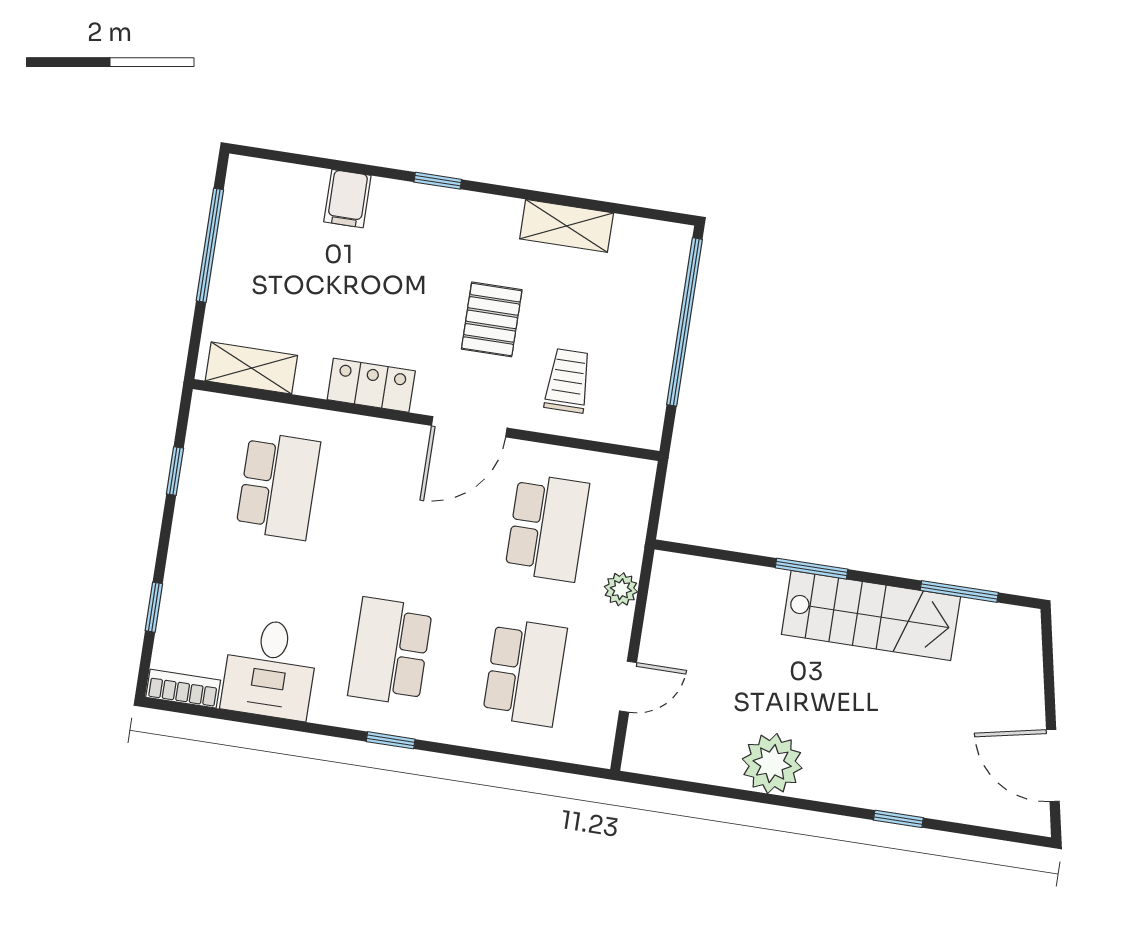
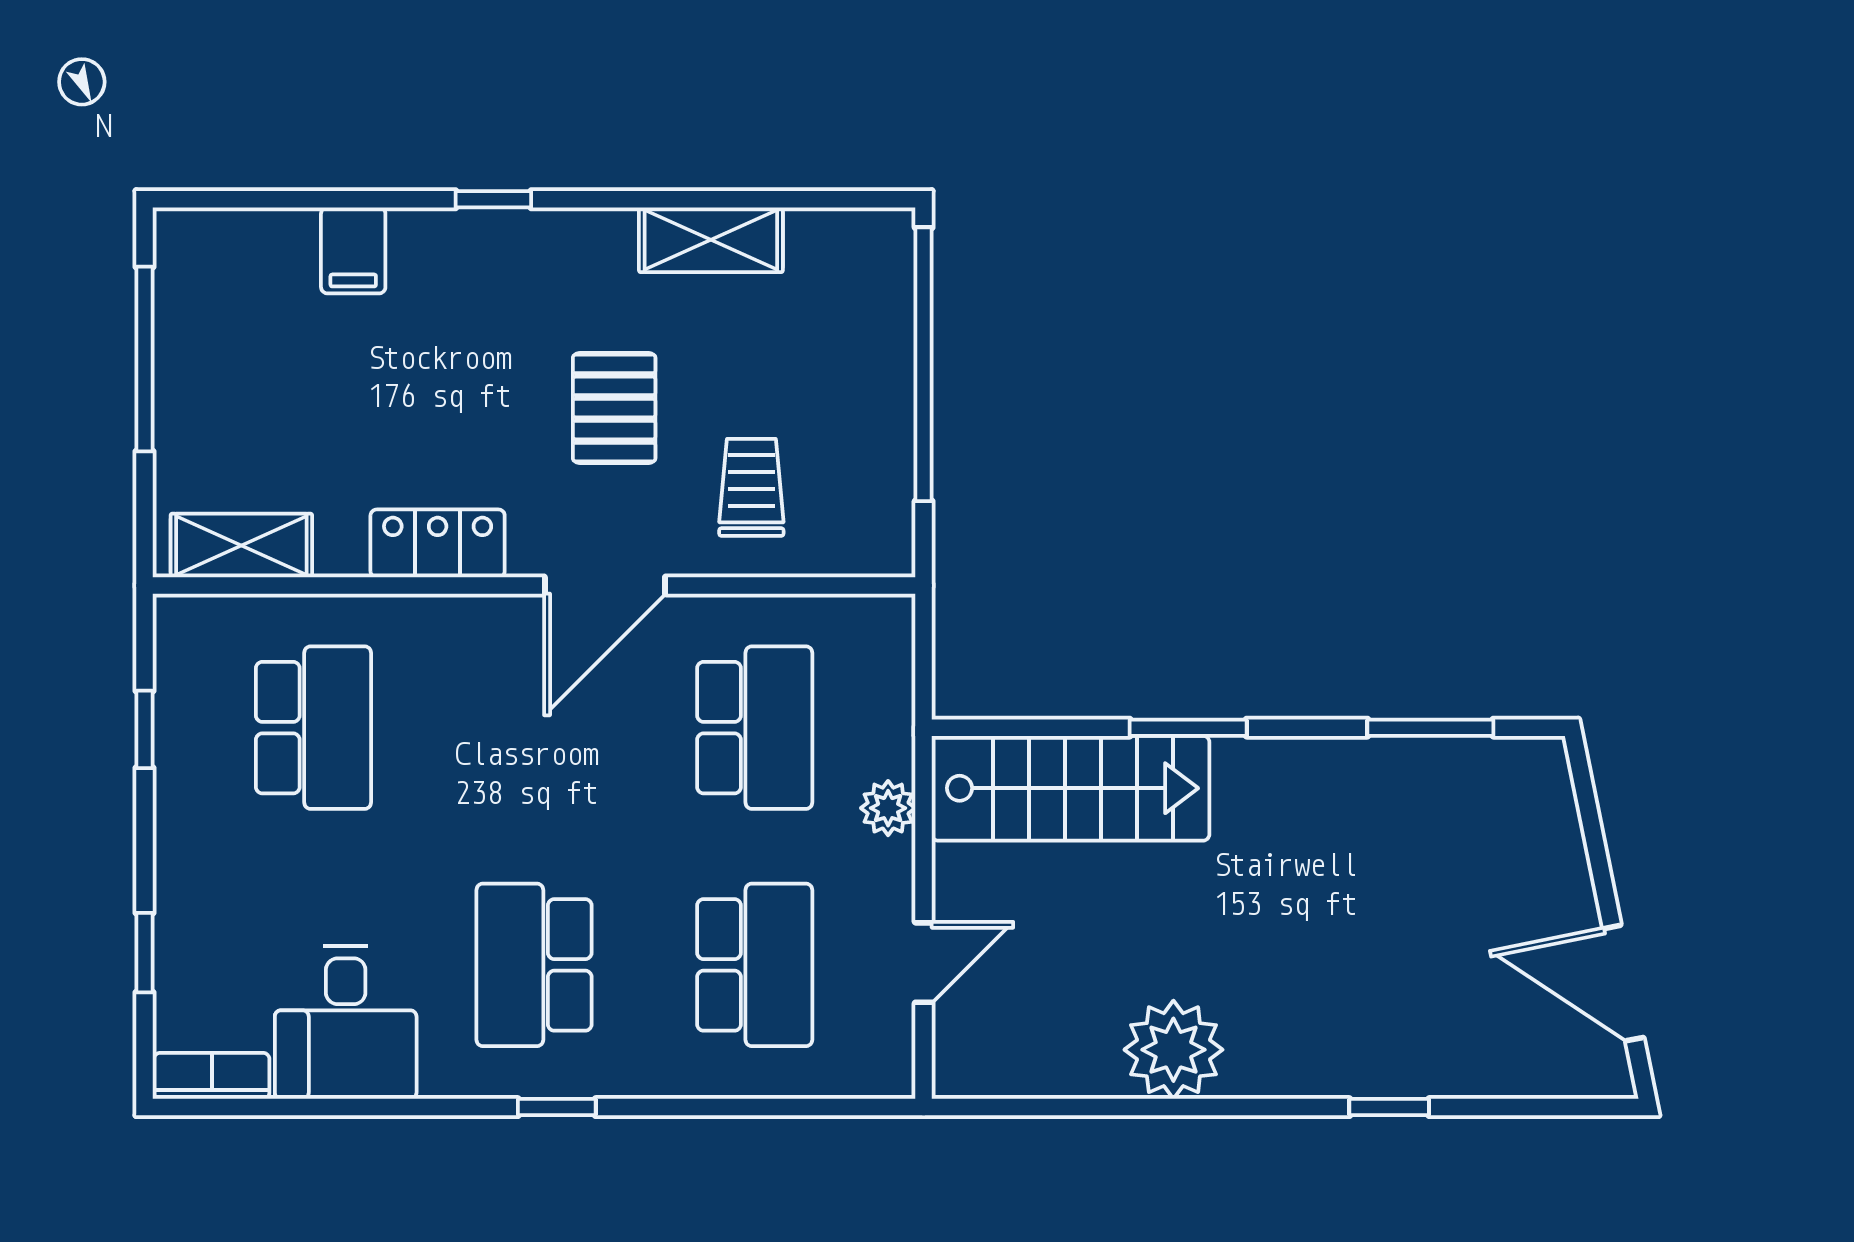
stairs: (871, 616) -> (1071, 788), moved

